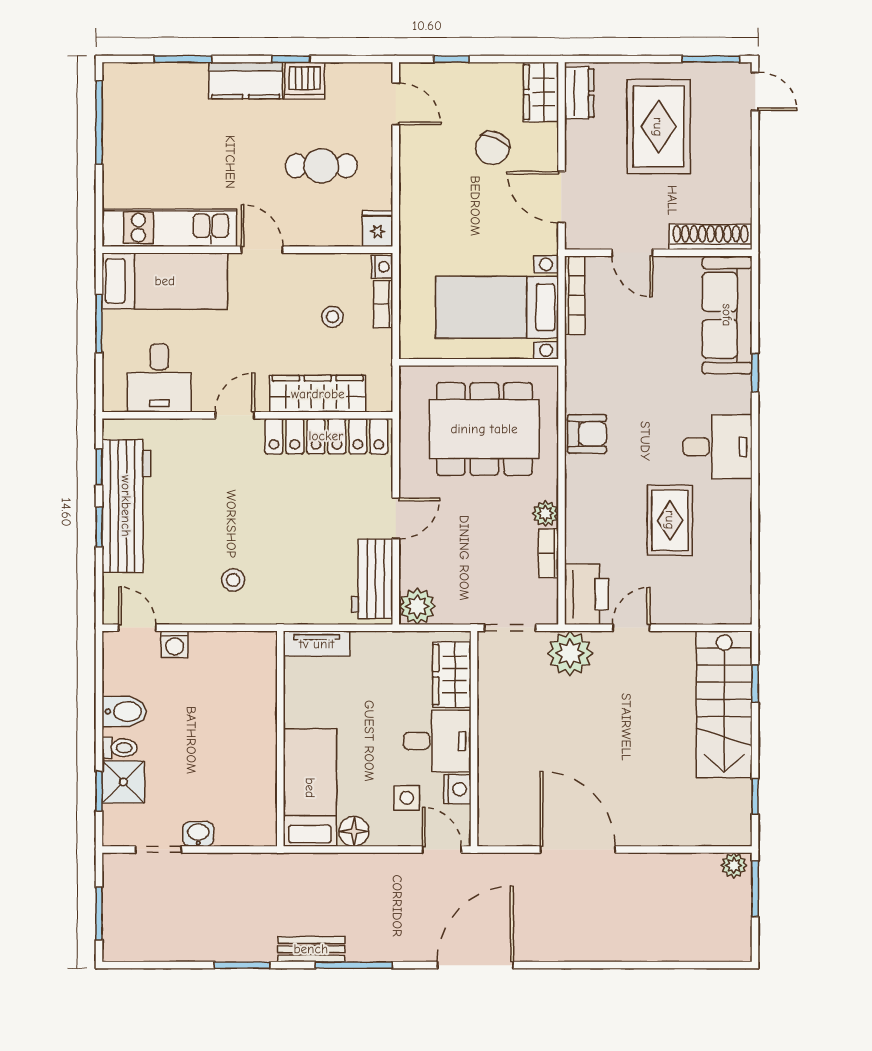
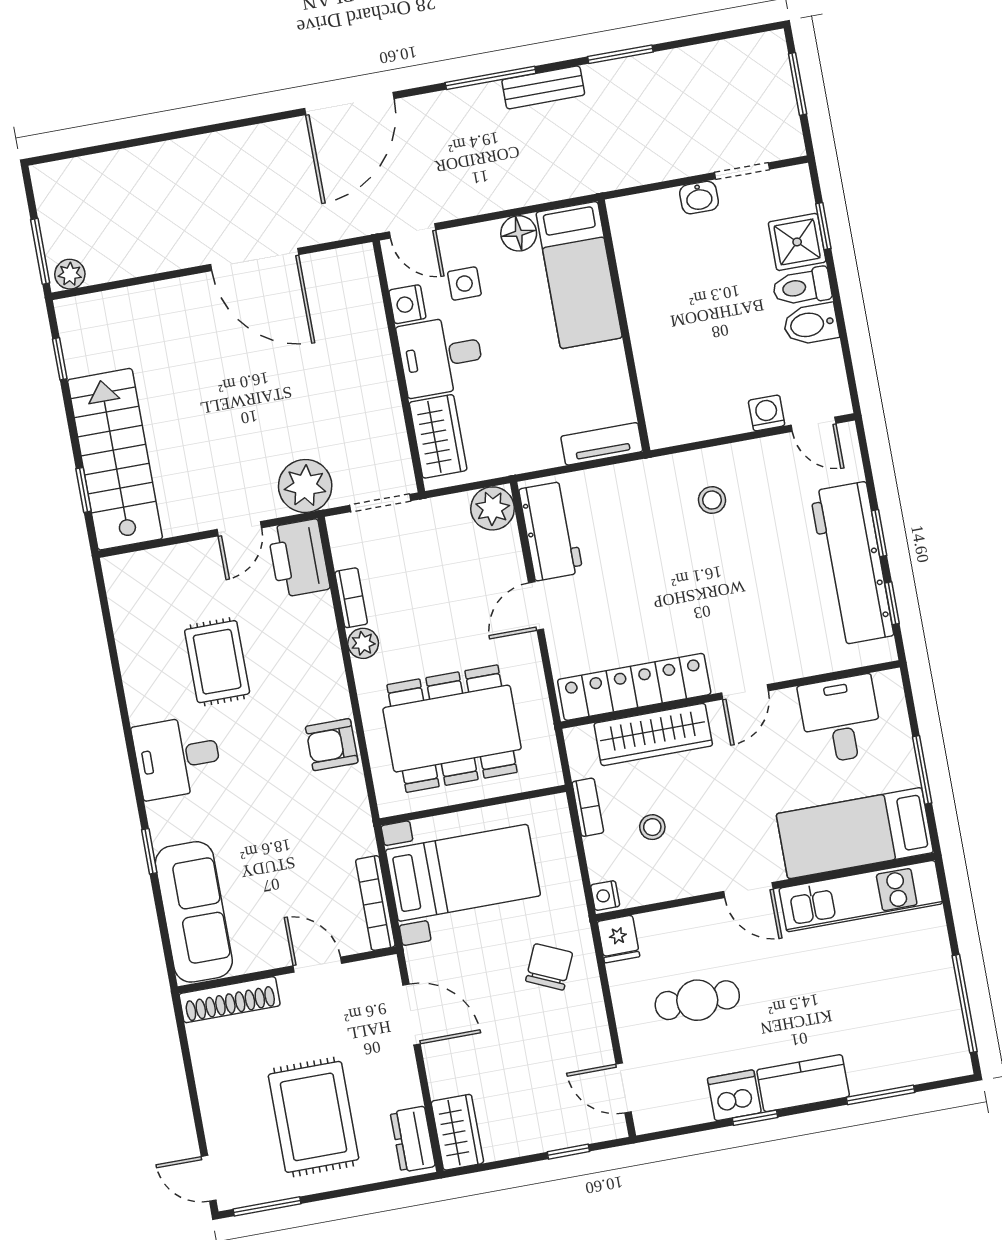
chair: (492, 148) -> (549, 967), moved
bookcase: (383, 304) -> (588, 807), moved
toilet: (119, 748) -> (802, 287), width x1.37, depth x1.39

